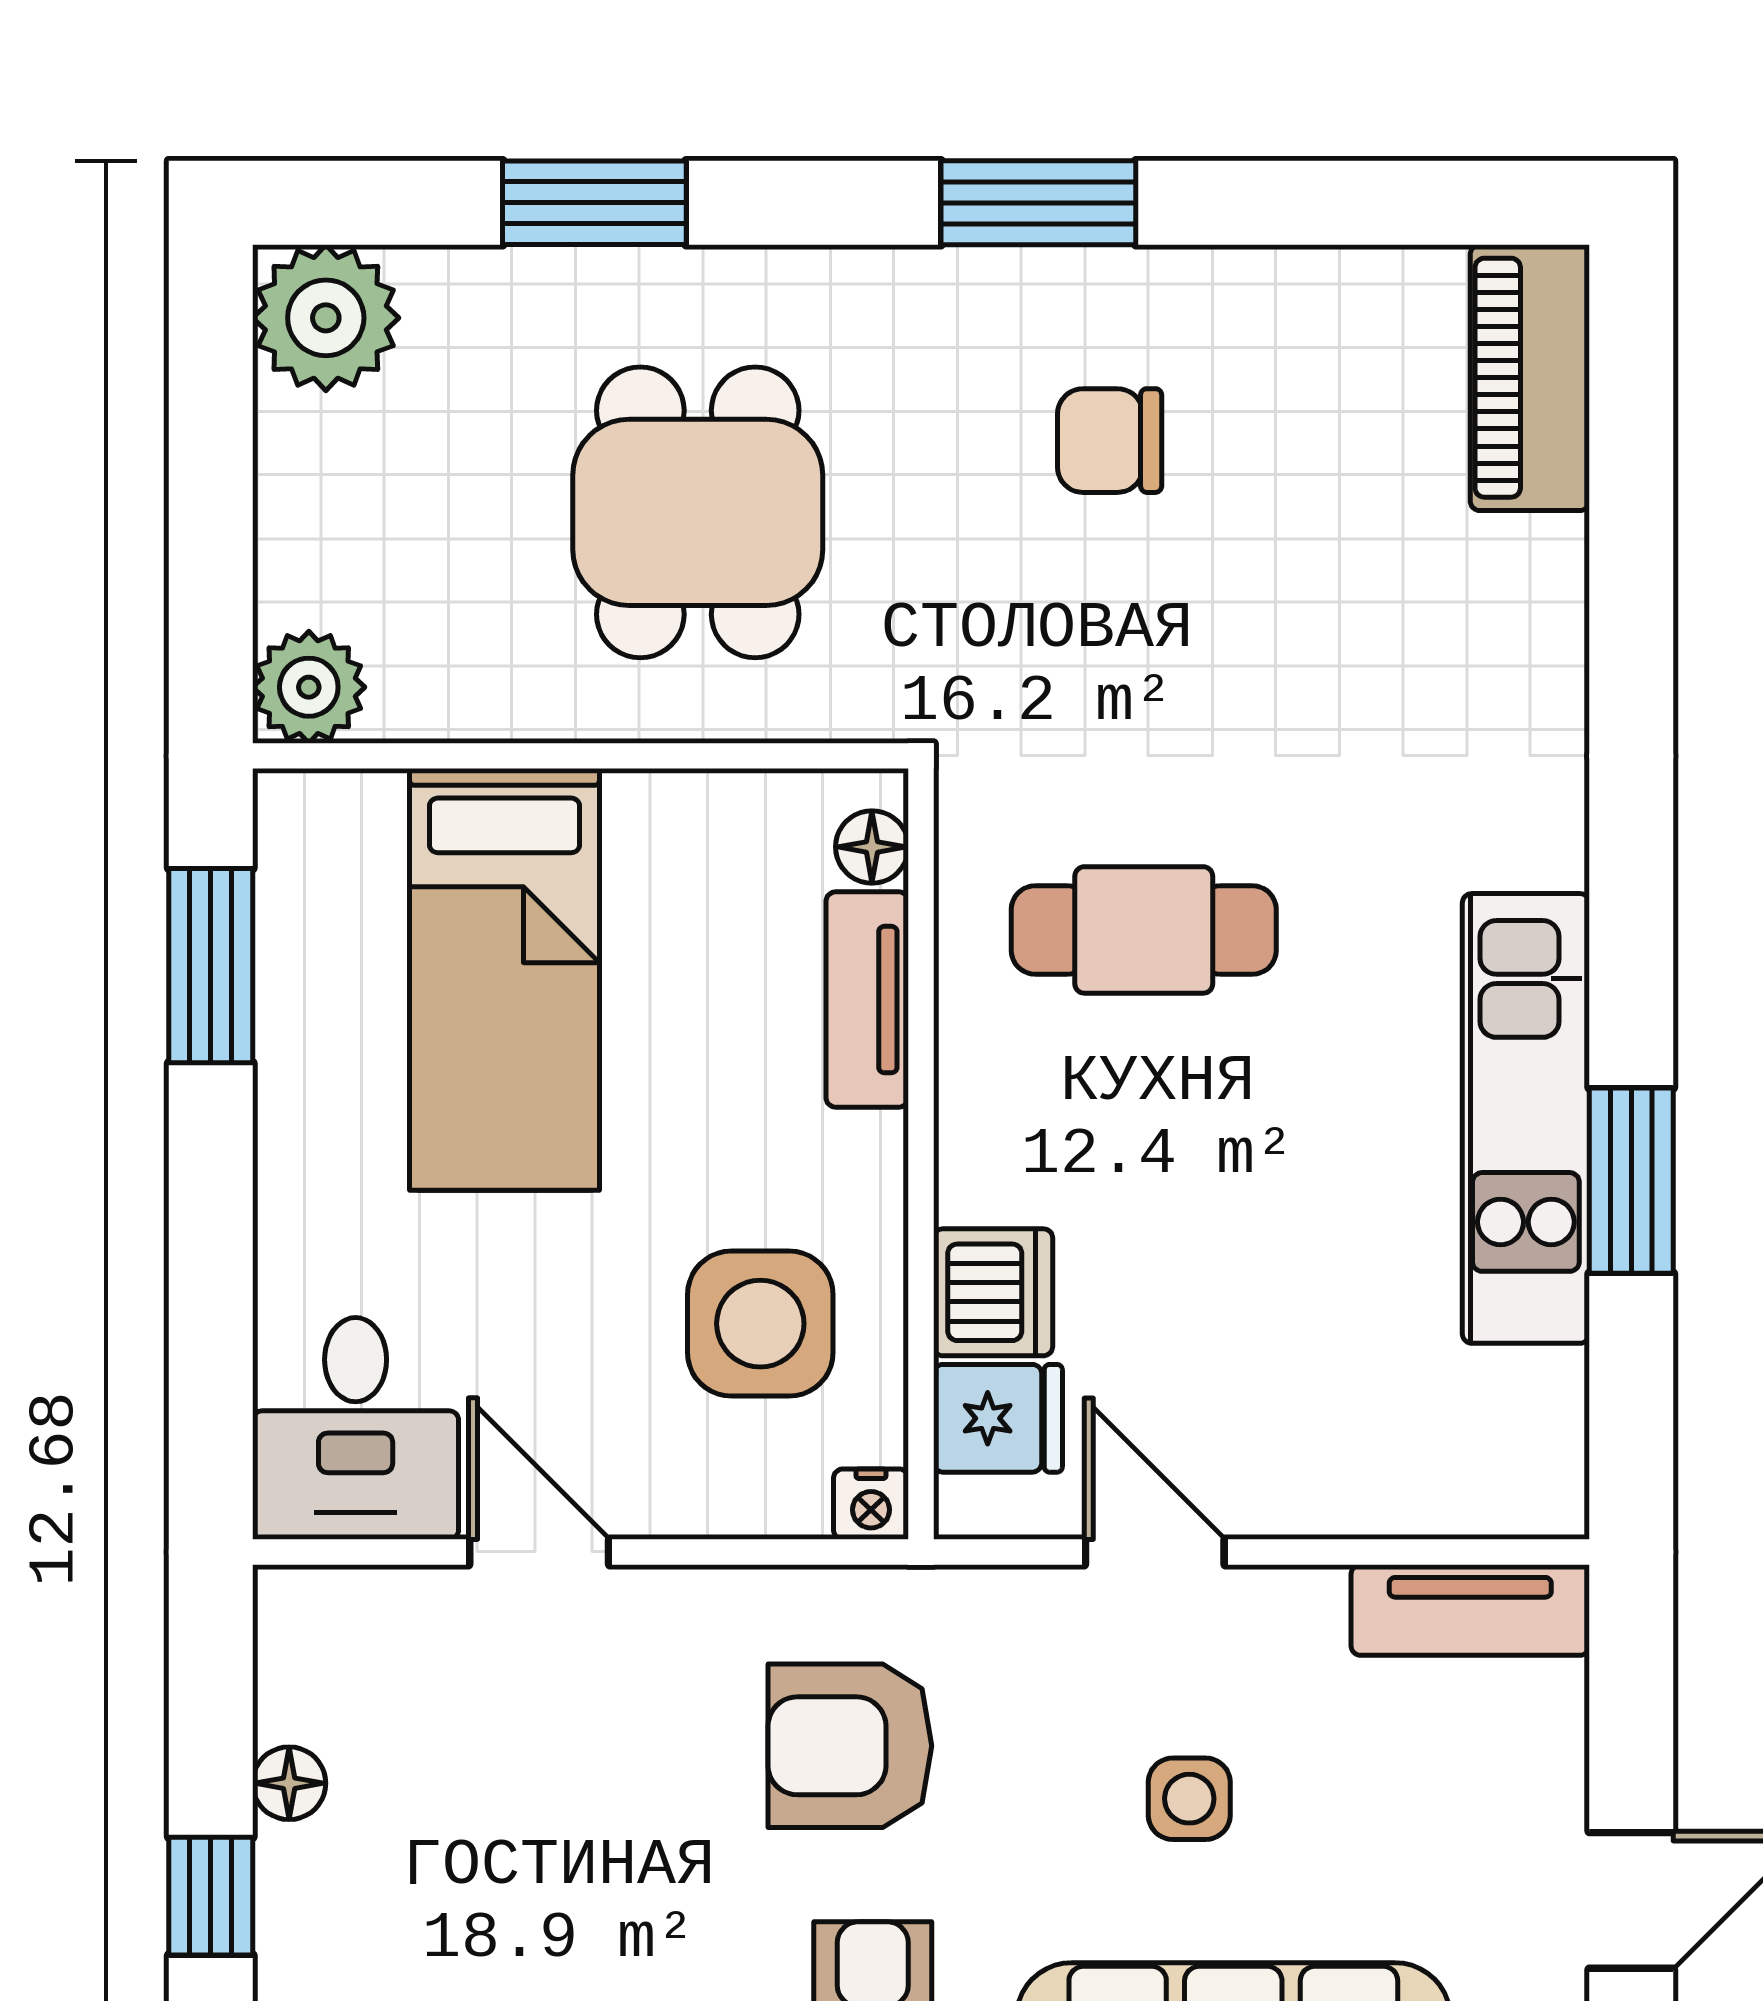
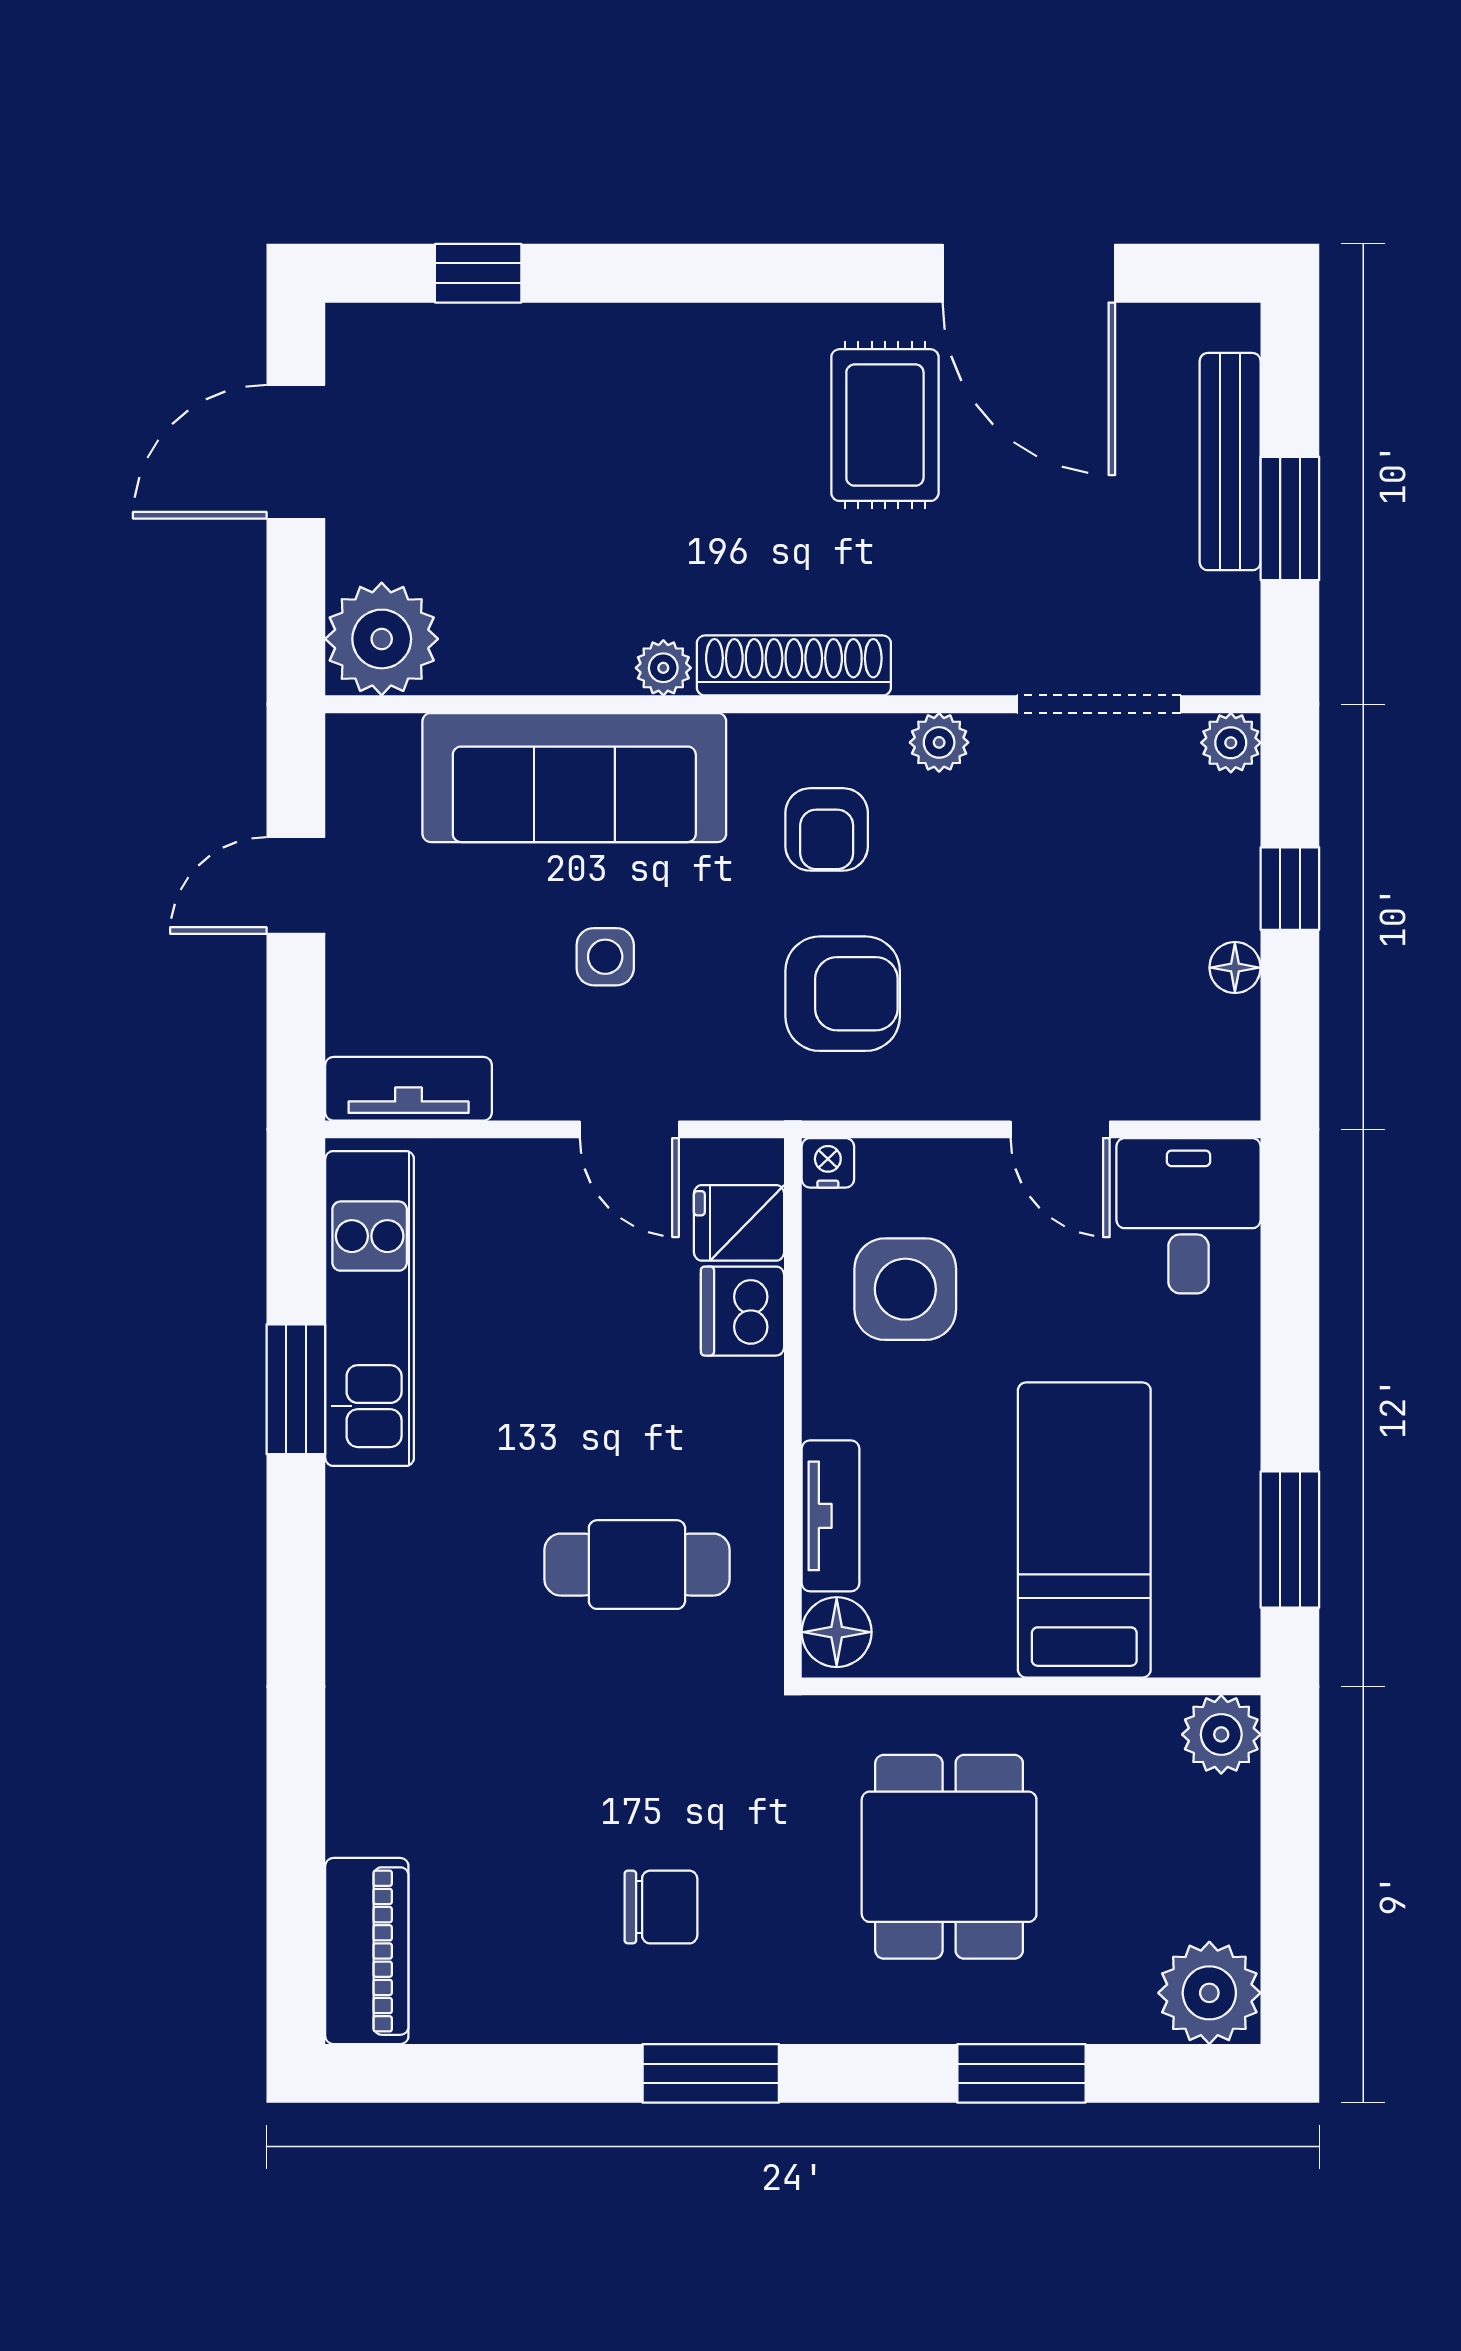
floor lamp: (872, 847) -> (837, 1632), width x1.37, depth x1.37
kitchen unit: (1526, 1118) -> (370, 1308), moved

